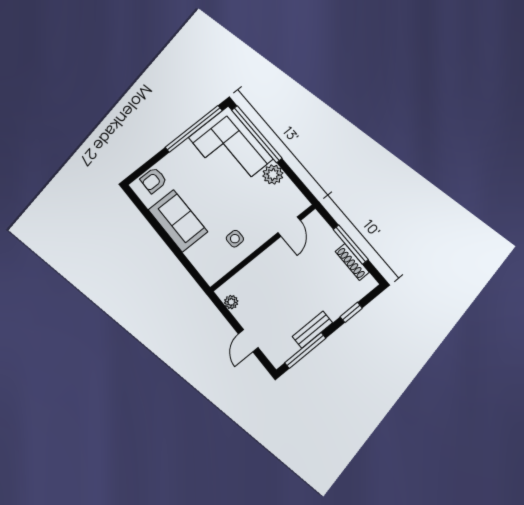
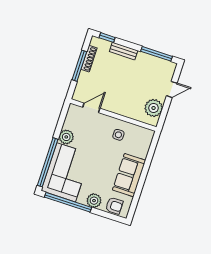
plant: (175, 160) -> (94, 201), added
plant: (231, 302) -> (154, 108), width x1.88, depth x1.88
window: (351, 312) -> (107, 38), moved
bench: (312, 330) -> (124, 51), moved

